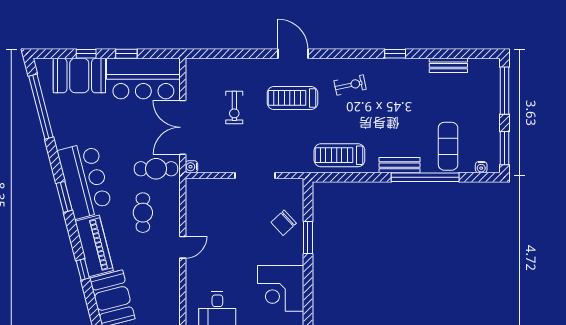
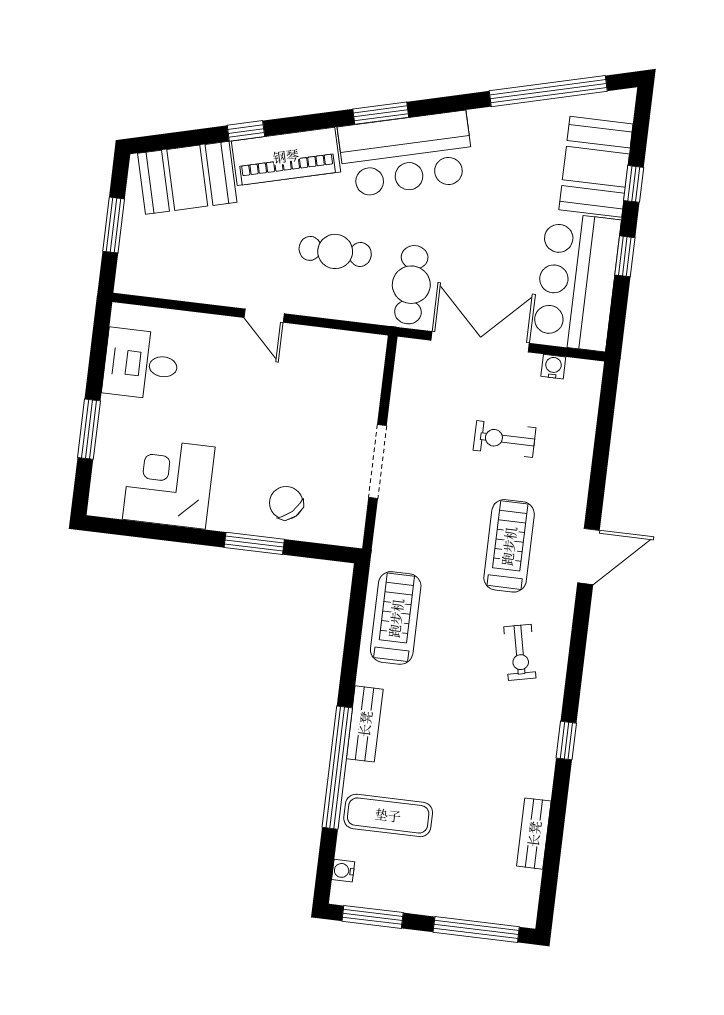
water cooler: (191, 167) -> (553, 367), moved

